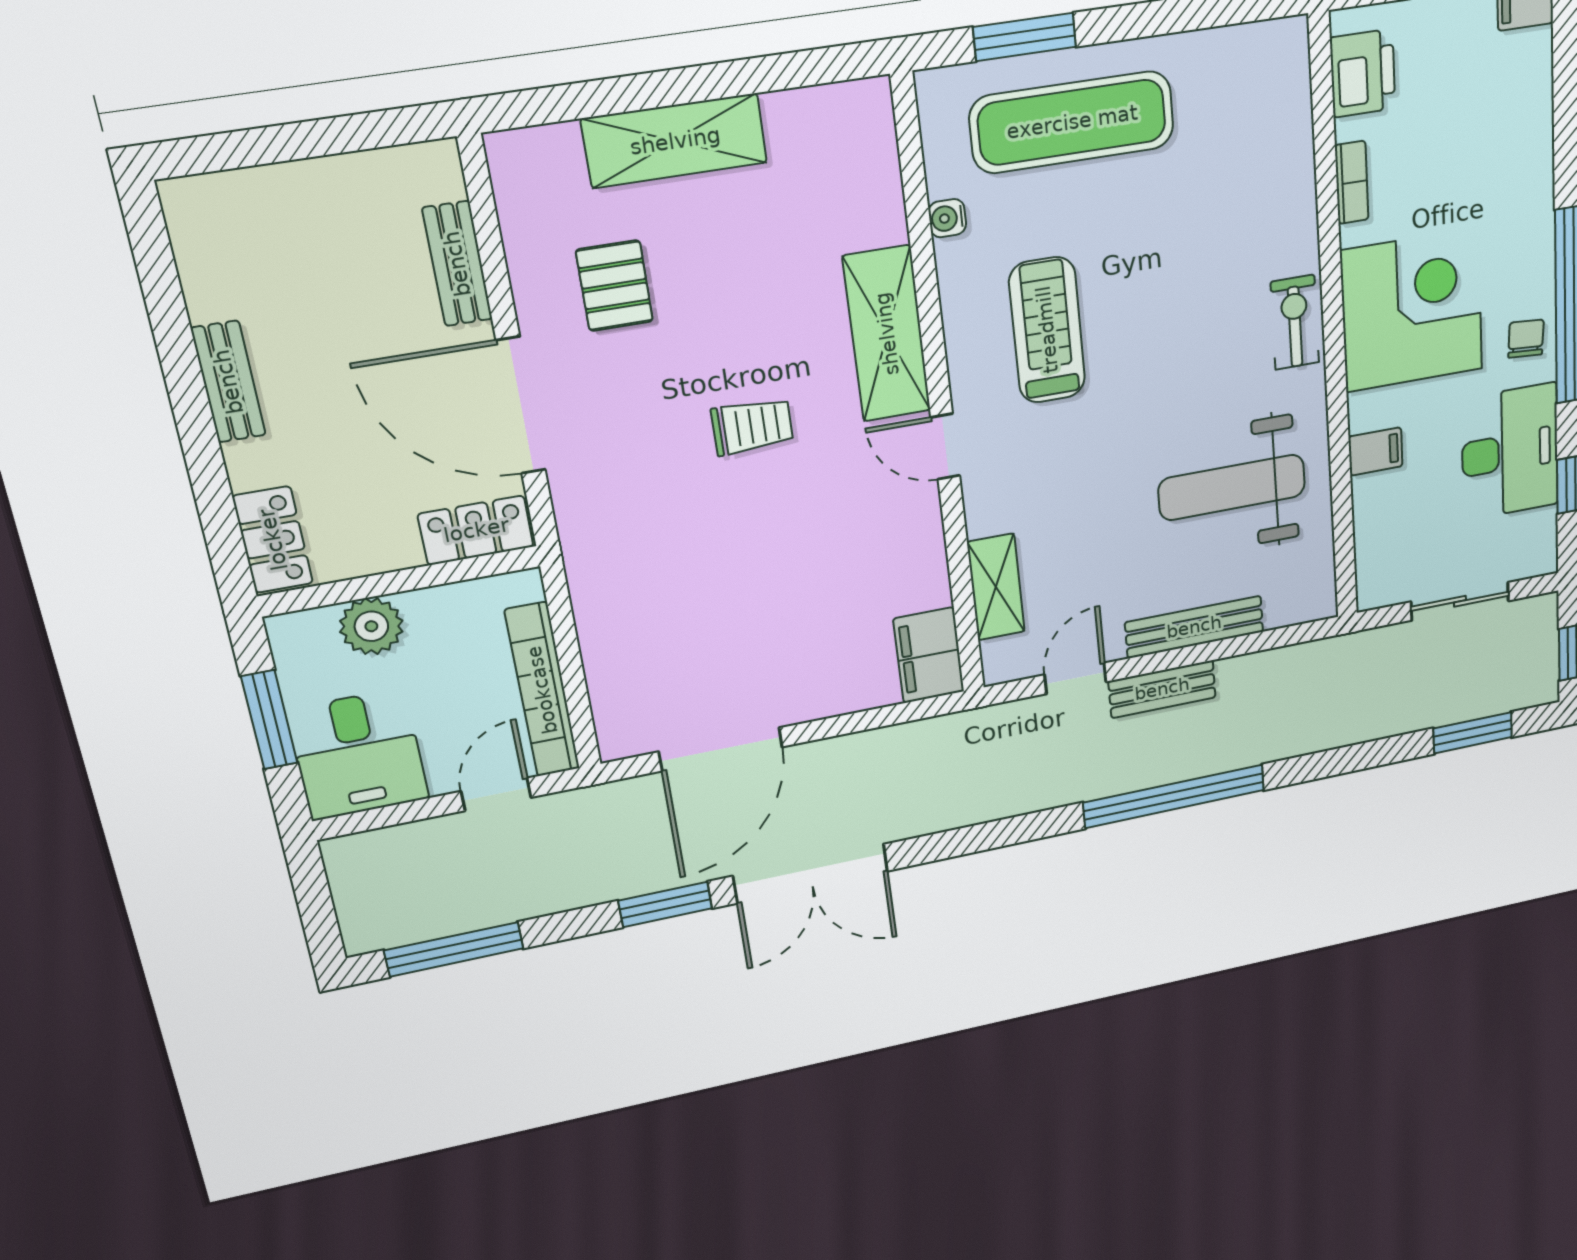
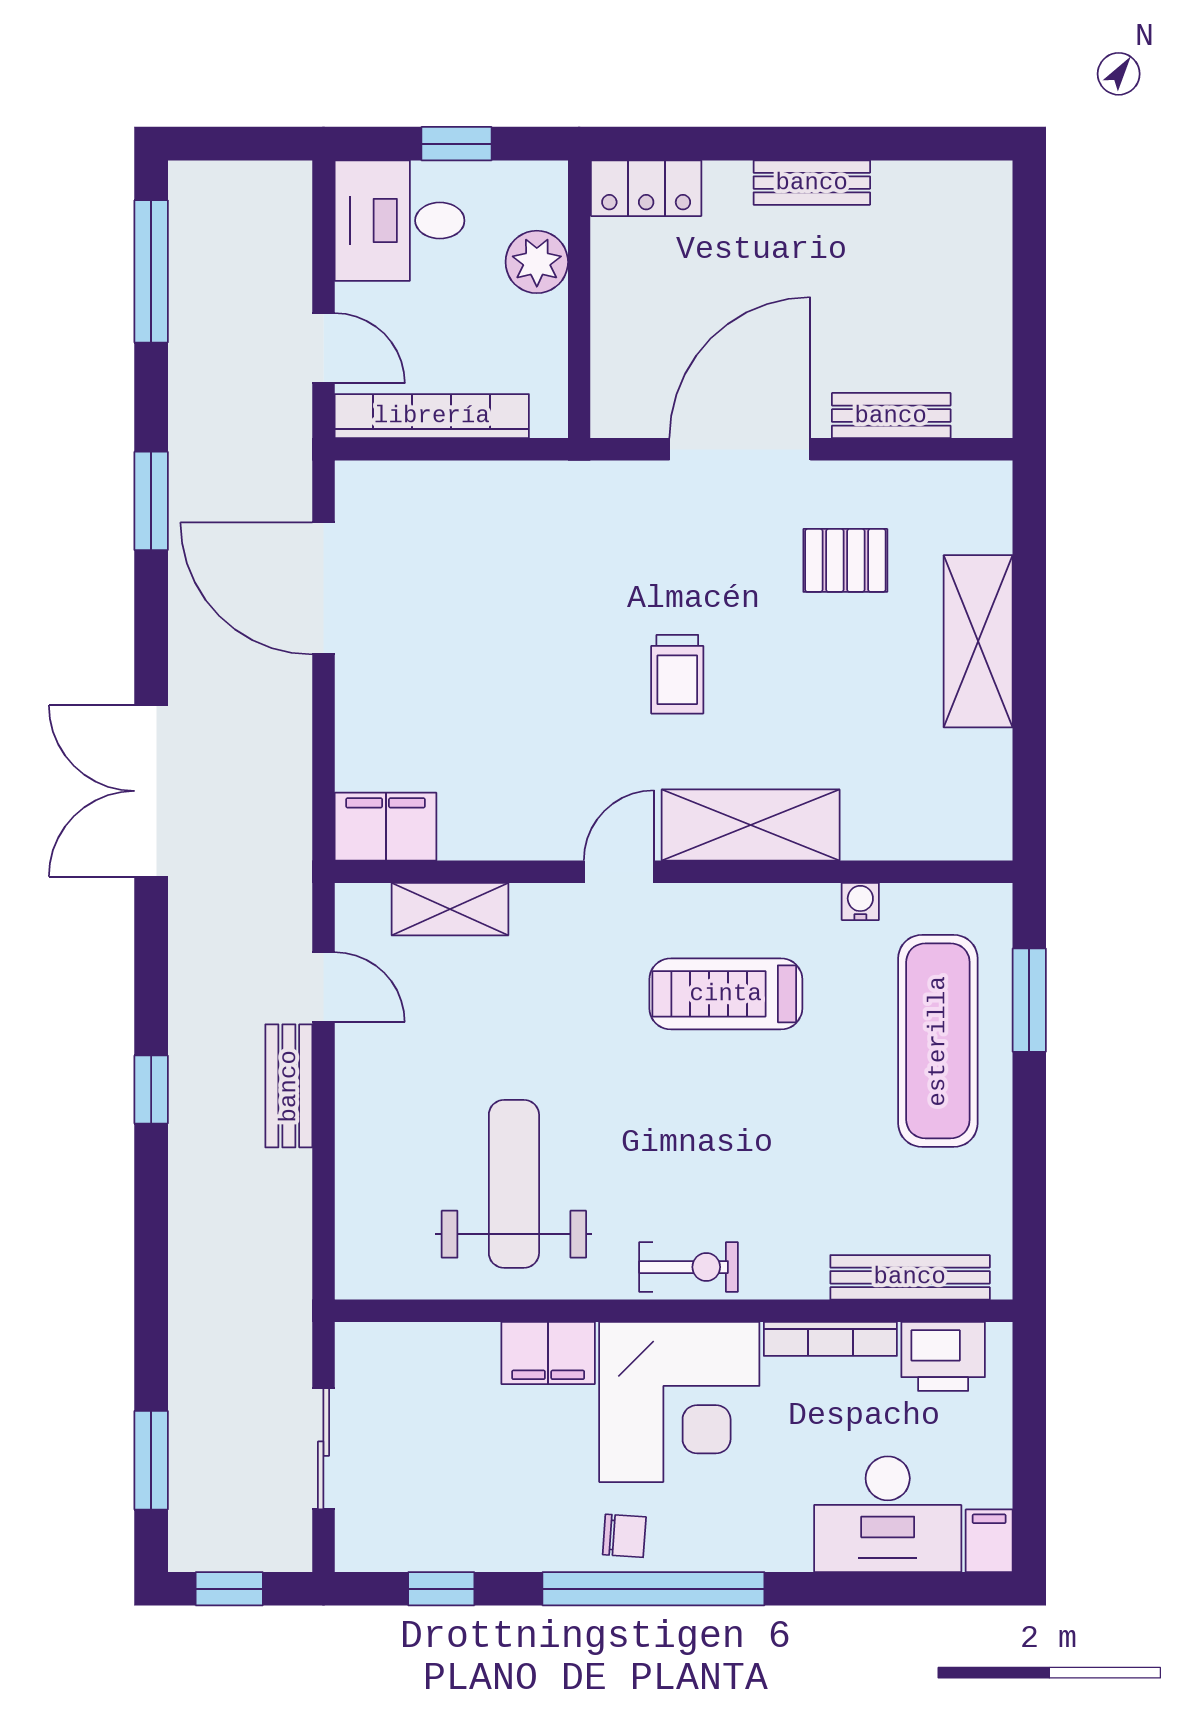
bookcase: (1352, 182) -> (830, 1339), width x1.56
treadmill: (1047, 330) -> (726, 994), turned 180
filing cabinet: (1375, 451) -> (548, 1353), width x2.00
desk: (1510, 452) -> (888, 1514), moved
locker: (476, 530) -> (619, 382), removed
bench: (1194, 627) -> (910, 1277), moved, turned 90
window: (269, 720) -> (456, 144), width x0.67
window: (1174, 796) -> (151, 1089), width x0.32
double door: (811, 874) -> (151, 791), moved

